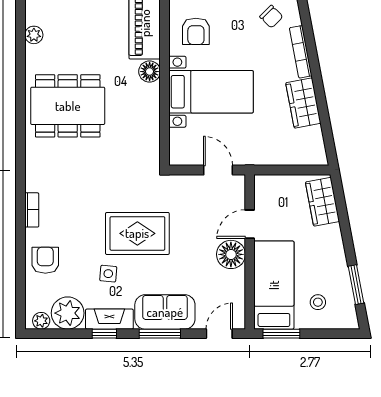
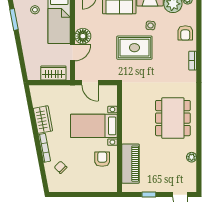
floor lamp: (150, 72) -> (128, 137), removed
dining table: (68, 106) -> (173, 118), turned 90
wardrobe: (322, 202) -> (53, 73), moved, turned -79

